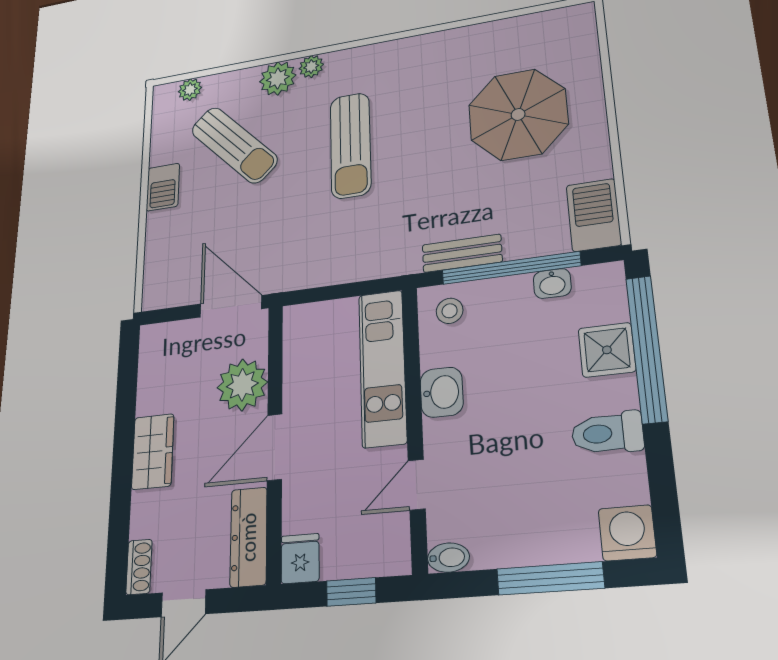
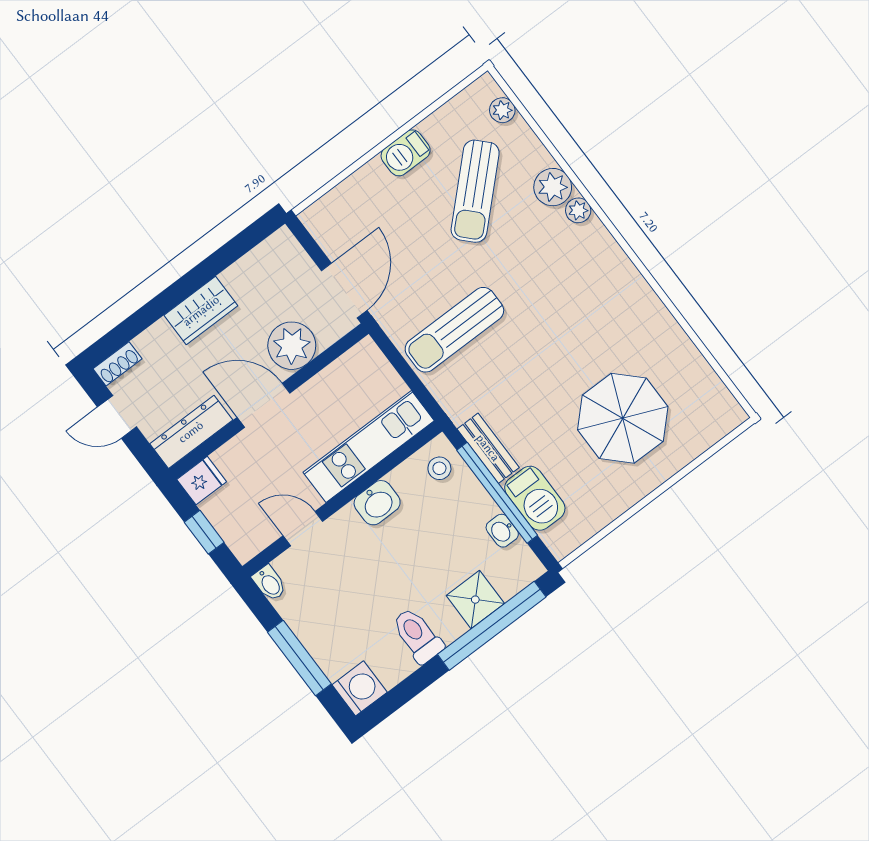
sun lounger: (350, 145) -> (454, 330), moved
barbecue: (594, 215) -> (535, 498), moved, turned 90

